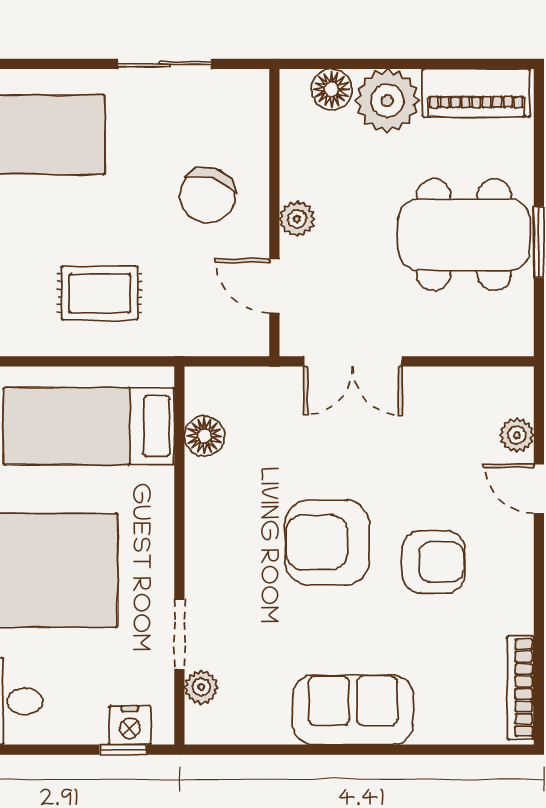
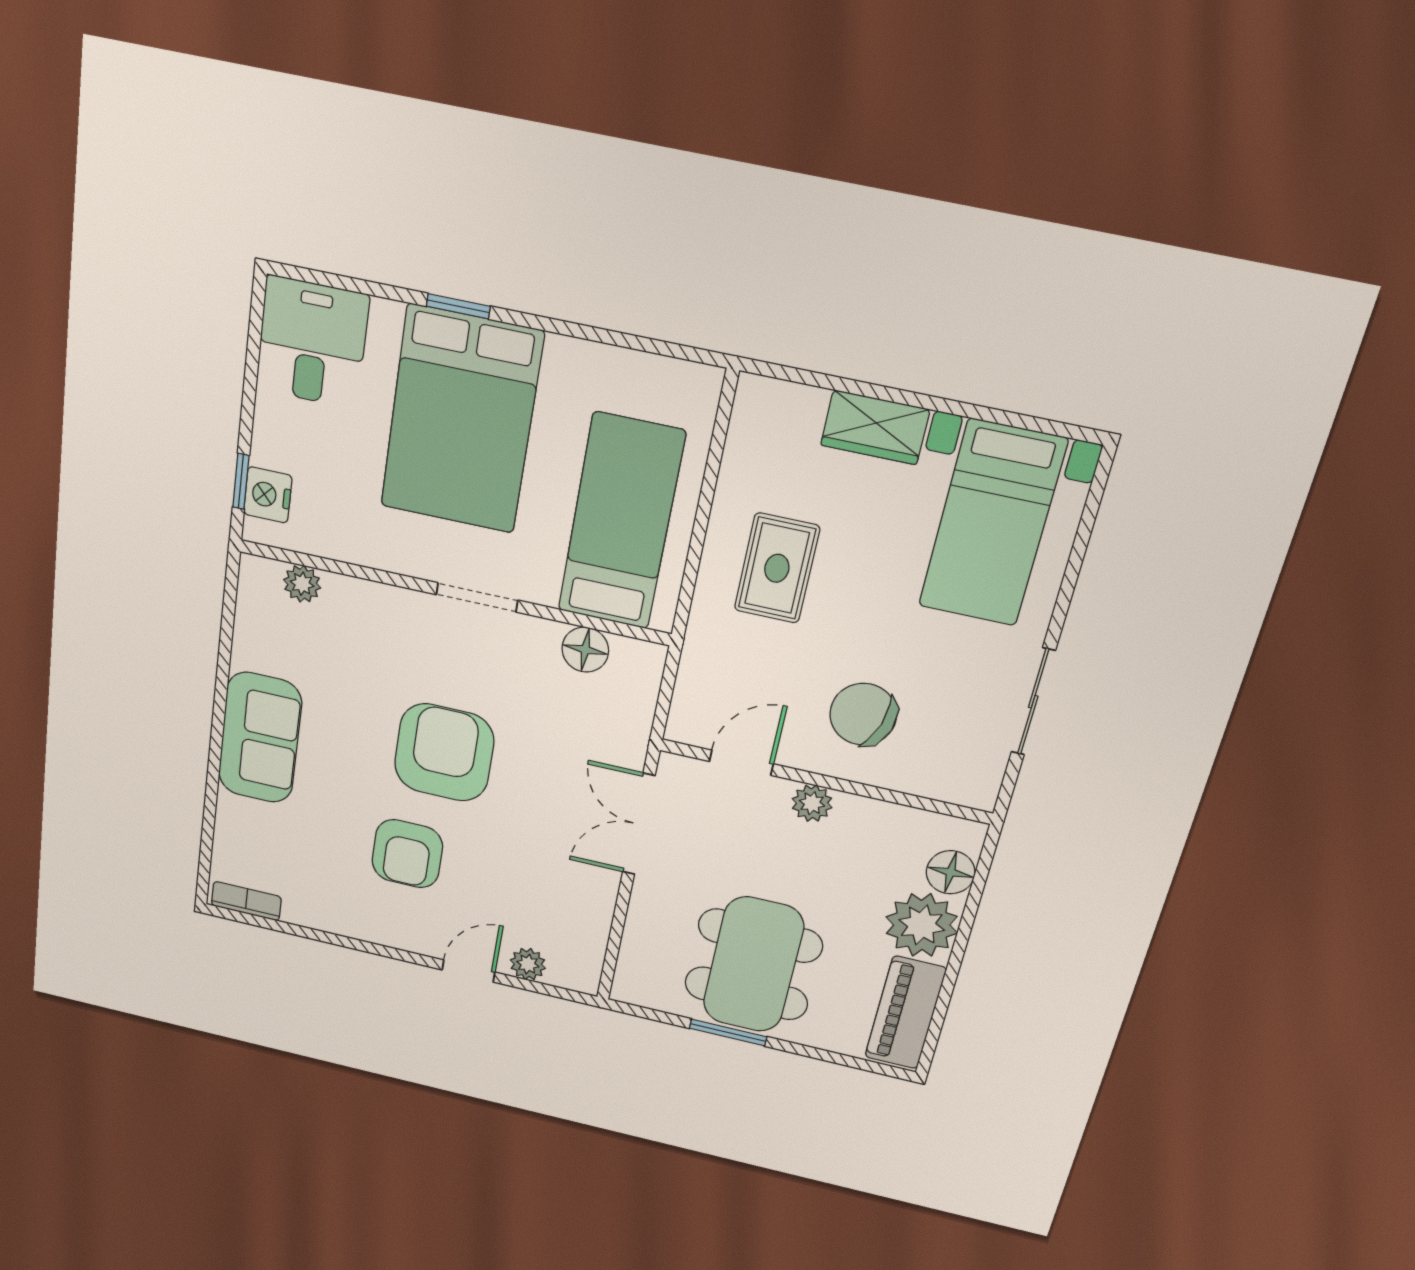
doorway: (179, 634) -> (477, 597), moved
bookcase: (521, 688) -> (246, 901), width x0.64

